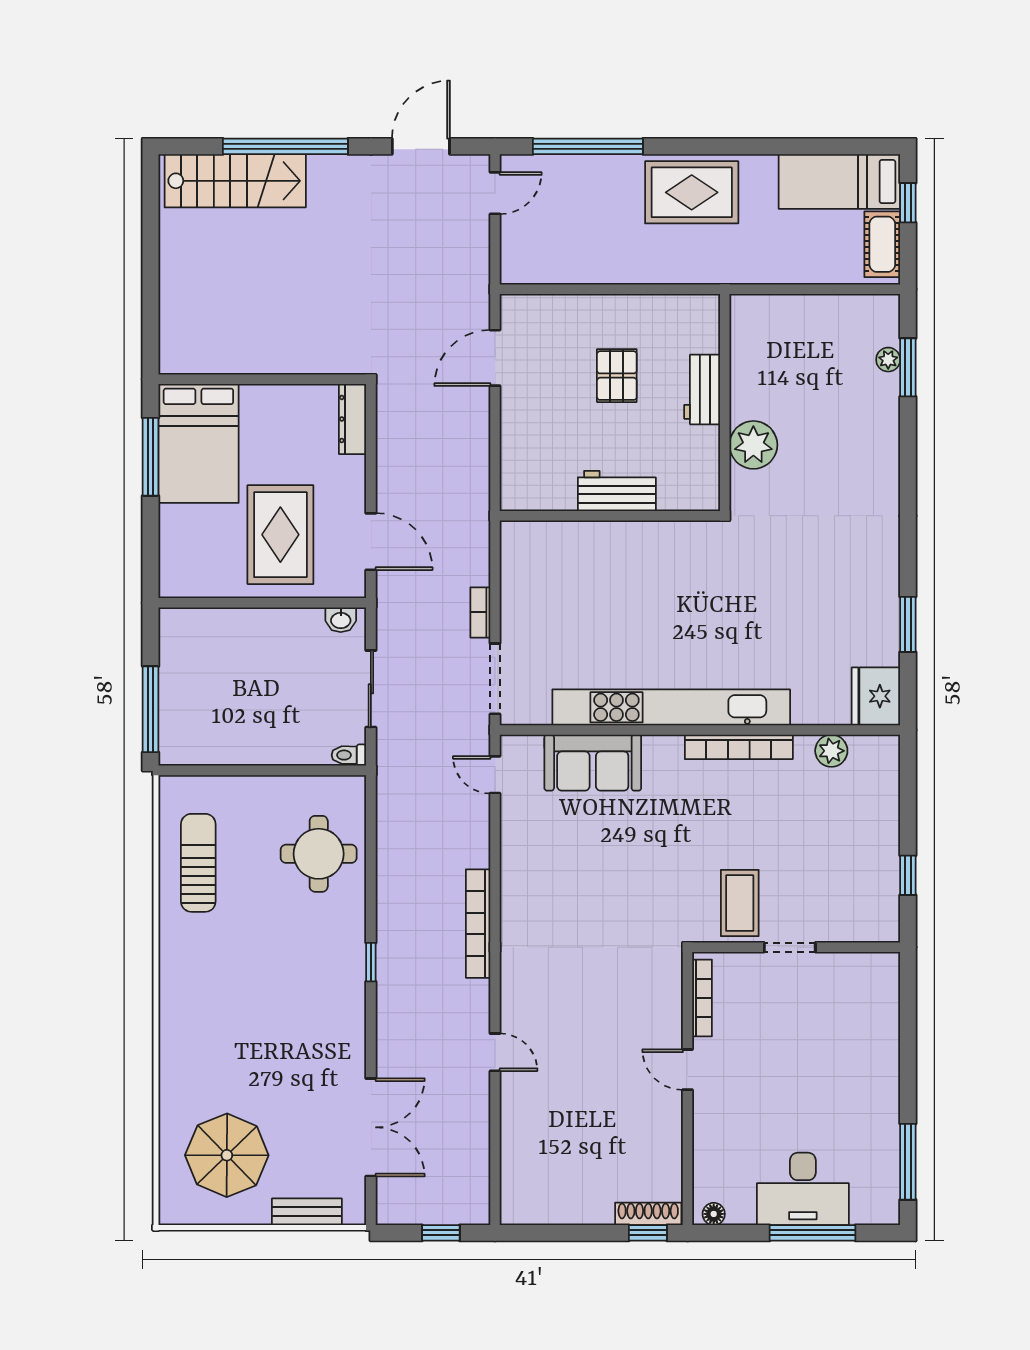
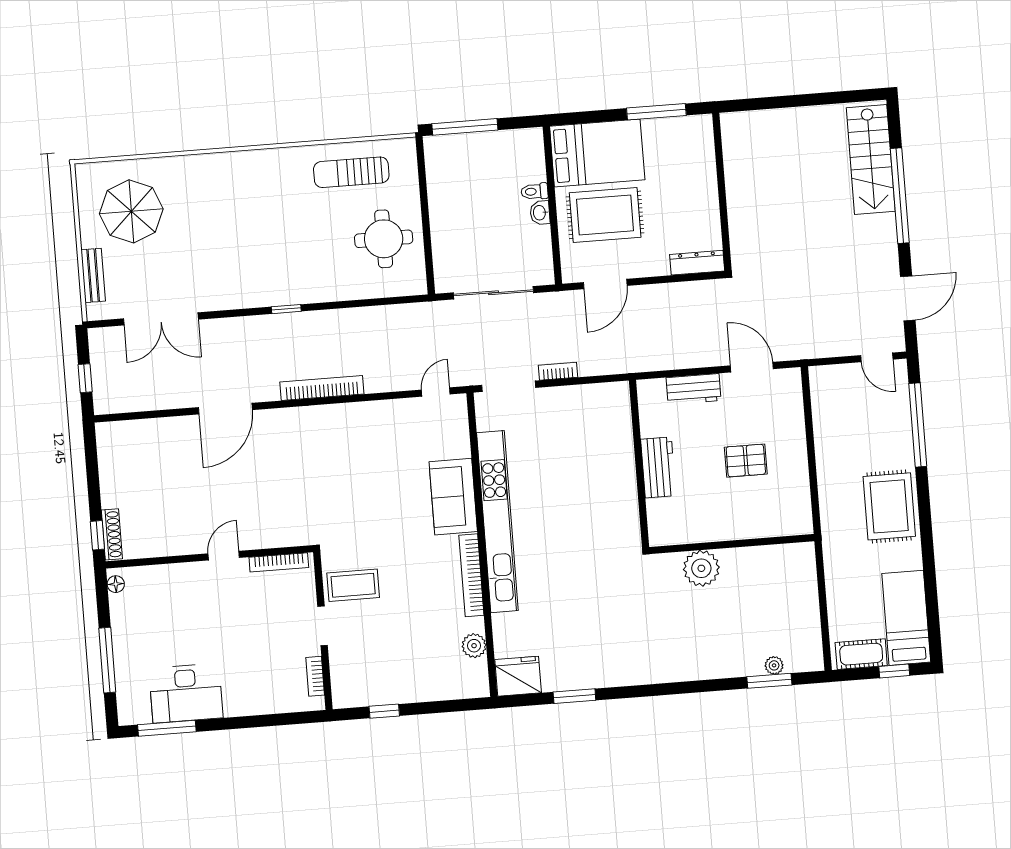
door: (421, 146) -> (908, 298), hinge flipped
workbench: (702, 390) -> (694, 389), moved, turned 180
bed: (198, 443) -> (597, 153), moved, turned 180
washbasin: (341, 620) -> (540, 213), moved
sliding door: (371, 689) -> (493, 293), width x1.37
toilet: (349, 755) -> (534, 191), moved, turned -90
sofa: (593, 763) -> (453, 497), moved
round table: (319, 854) -> (384, 239), moved
sun lounger: (198, 863) -> (351, 172), turned 180
bookcase: (855, 962) -> (315, 676), added
door: (495, 1052) -> (225, 409), width x1.87
desk: (803, 1189) -> (186, 693), moved, turned -90

